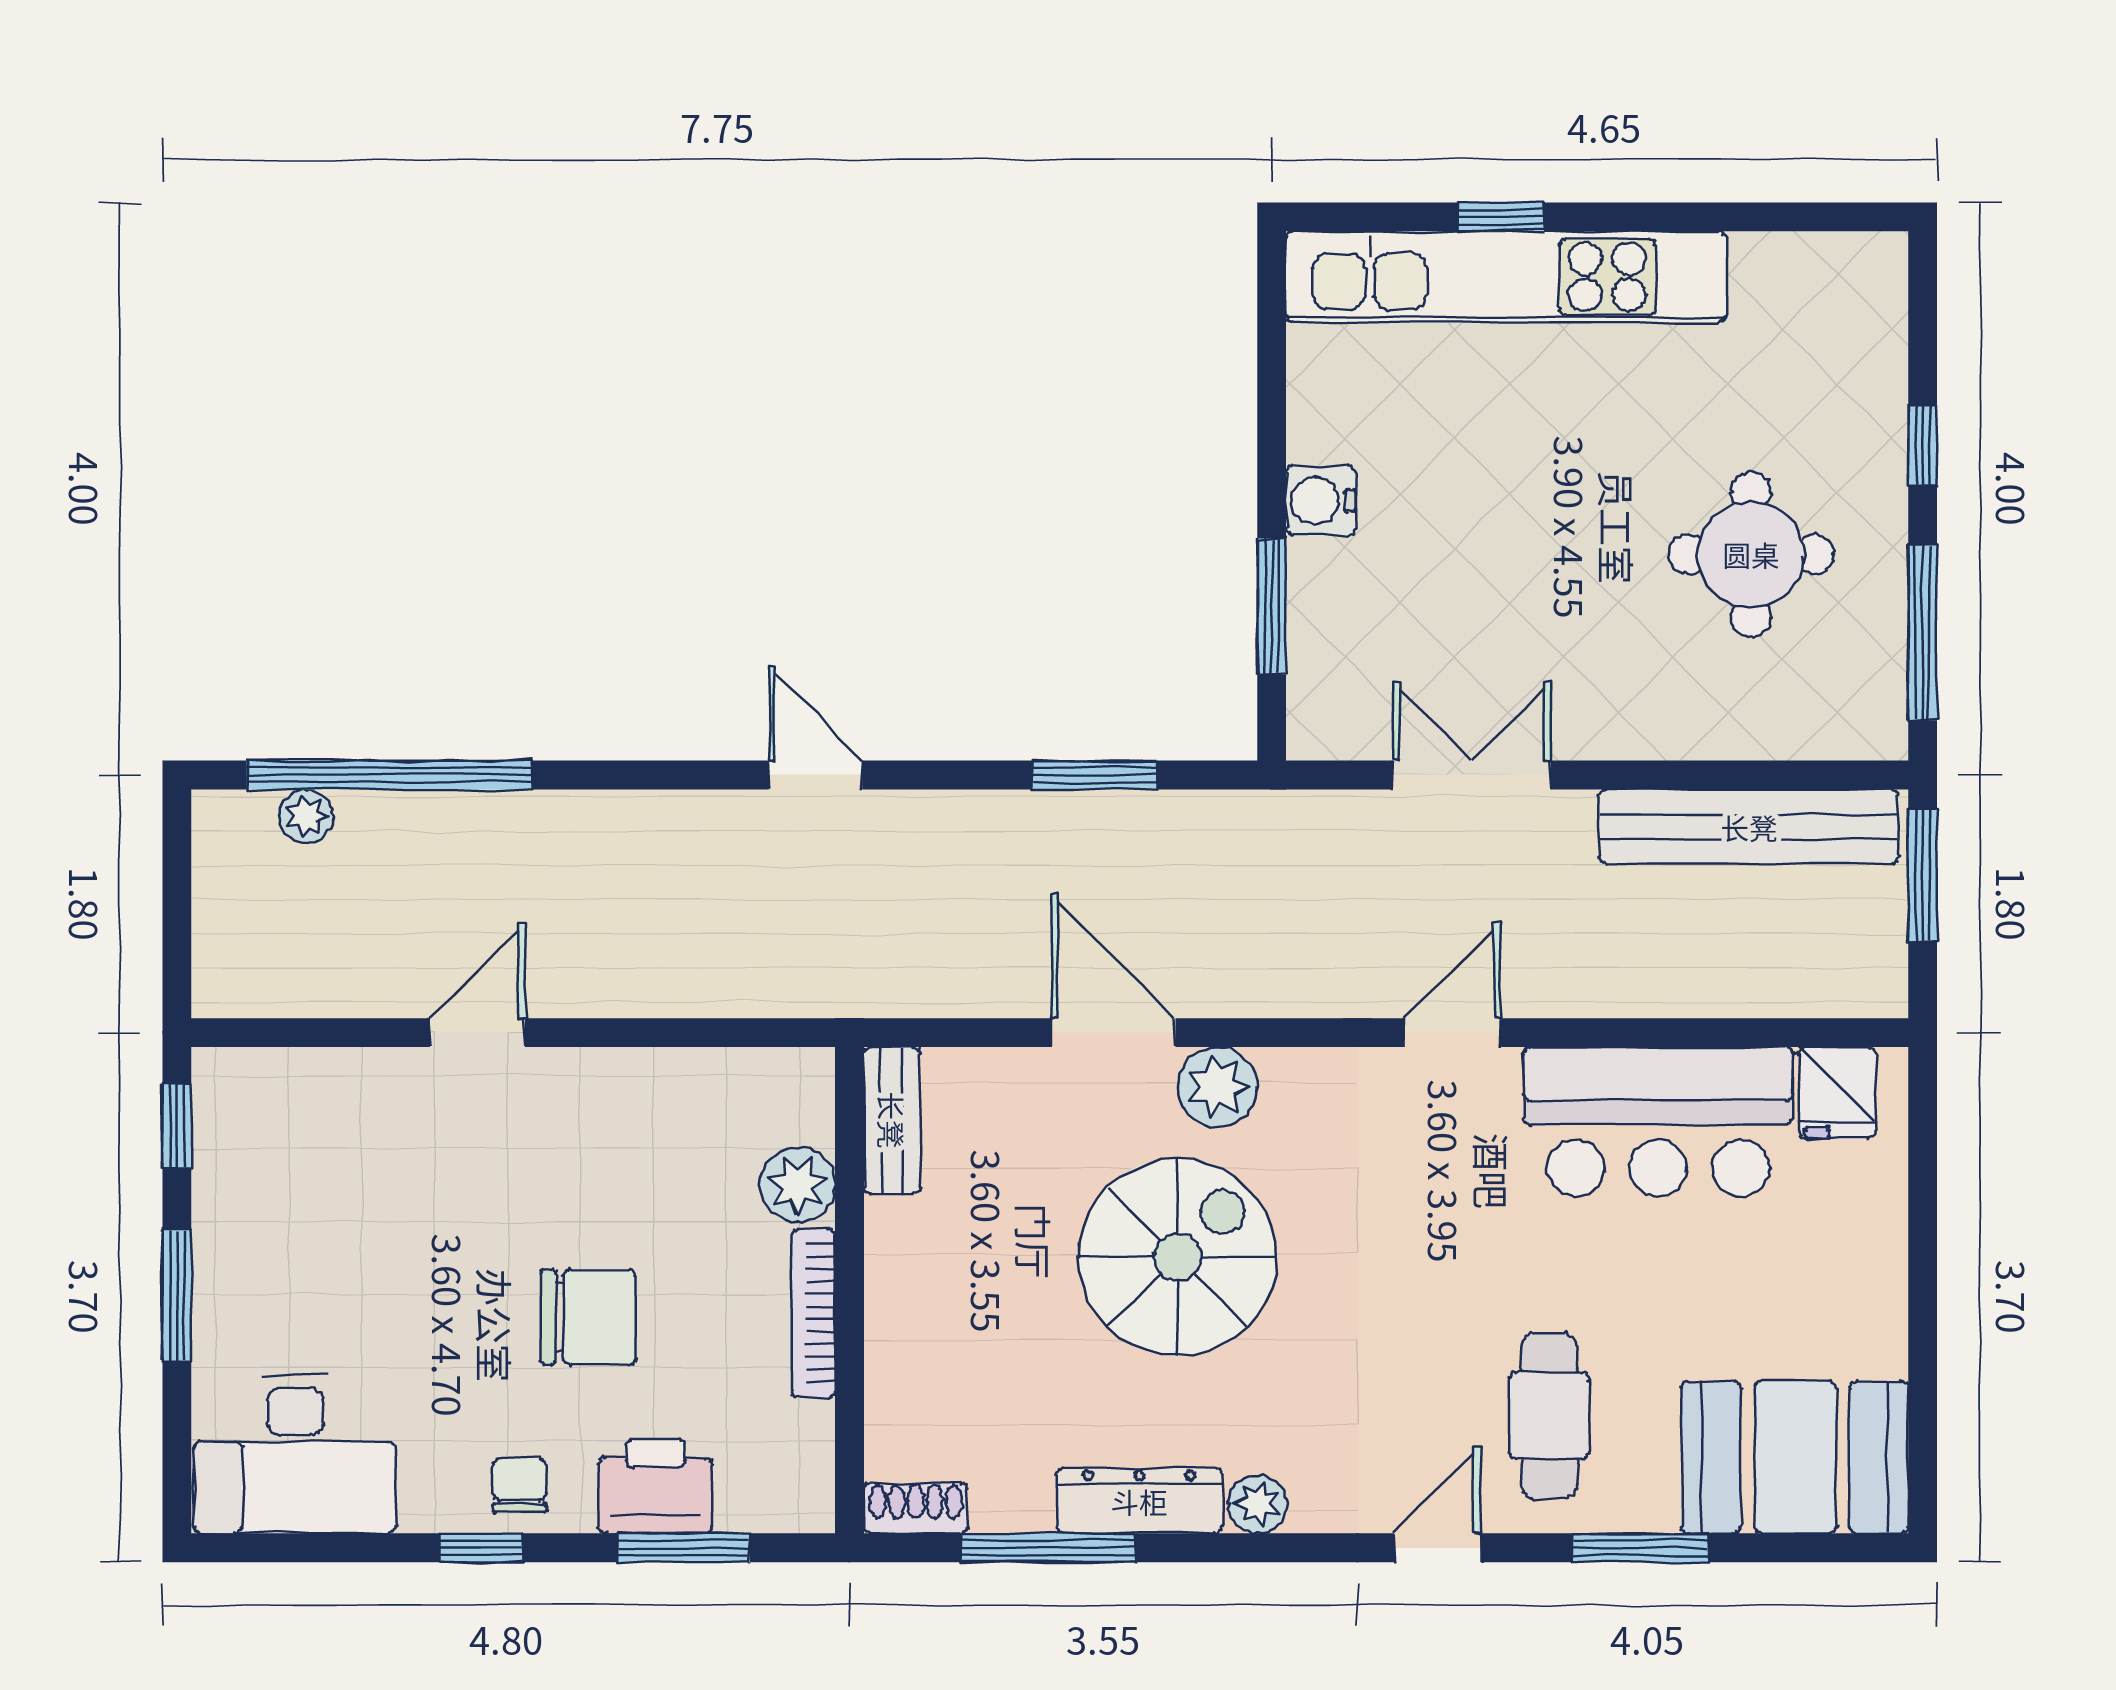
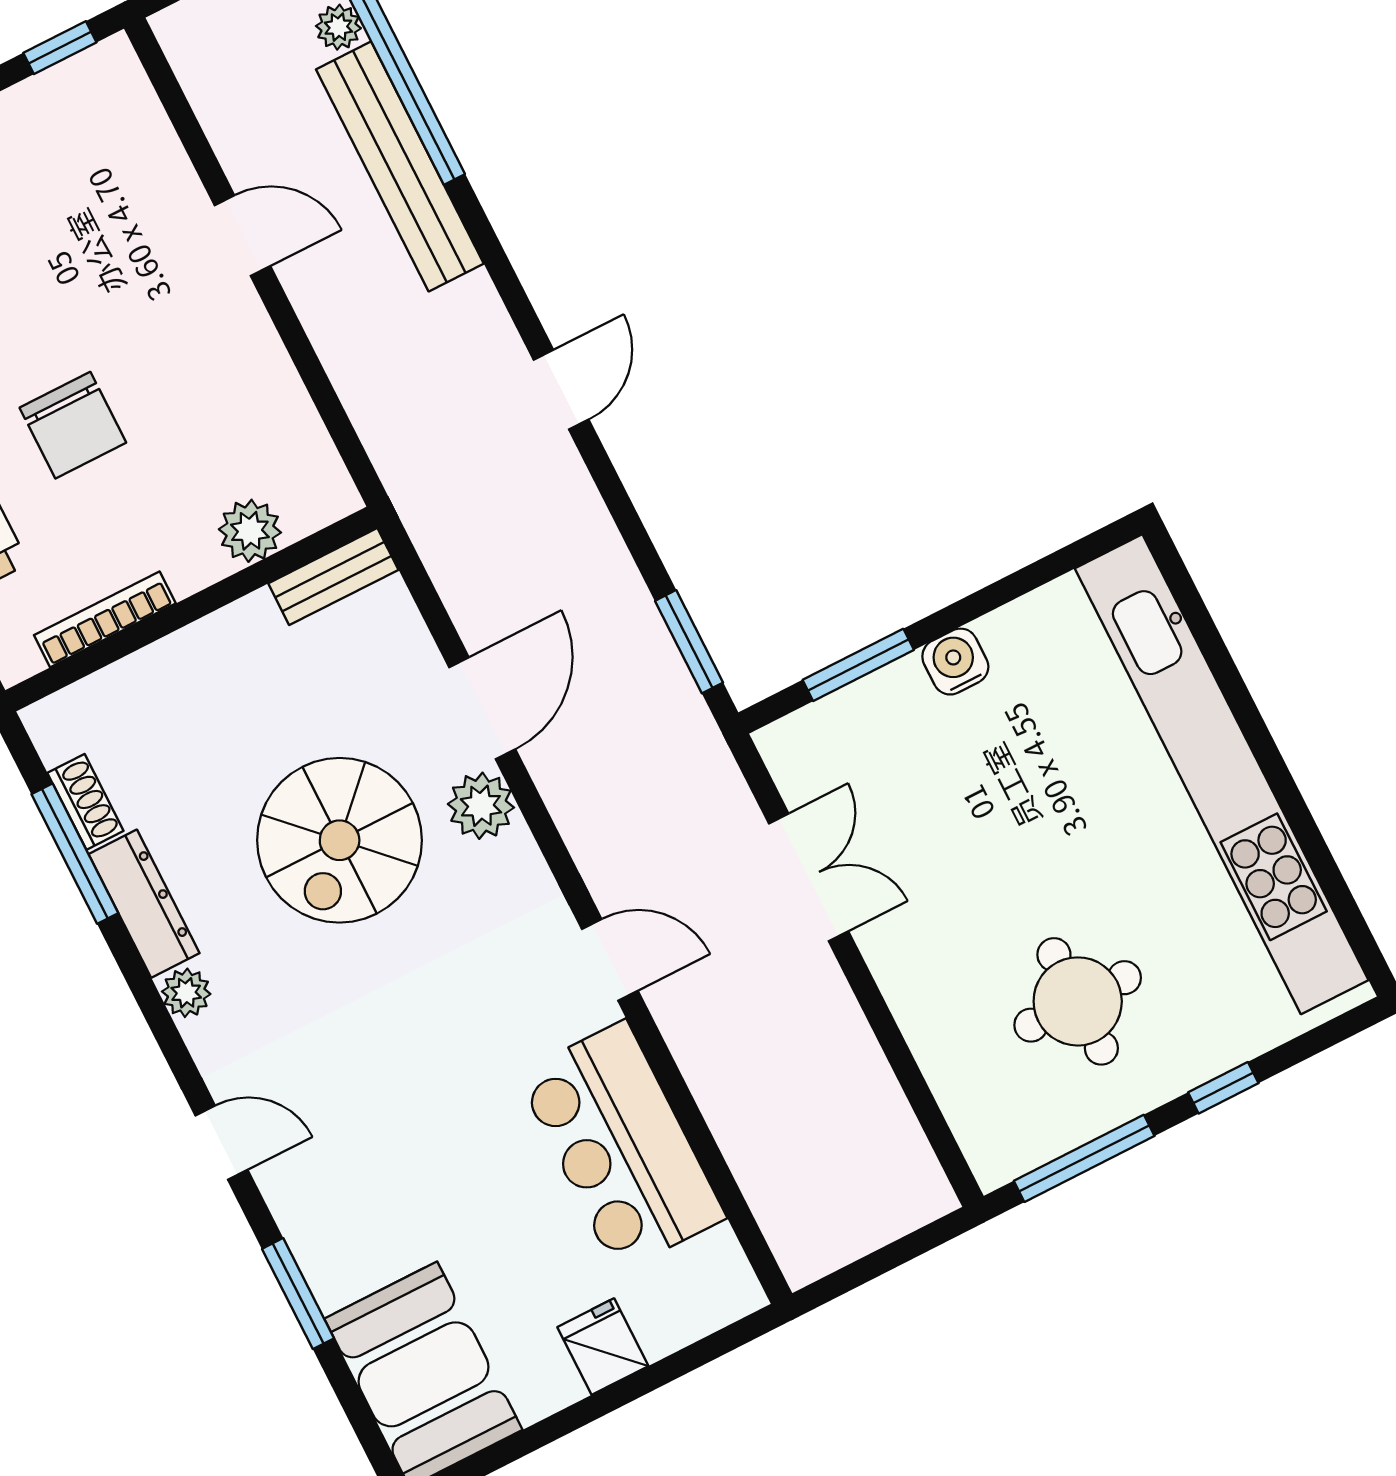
window: (1501, 217) -> (1234, 689), removed
kitchen unit: (1506, 277) -> (1222, 774), width x1.36
window: (1095, 775) -> (689, 642), moved
bench: (1749, 827) -> (400, 166), moved
window: (1923, 875) -> (904, 1250), removed
fridge: (1837, 1093) -> (603, 1347), moved, turned 90
spiral stairs: (1178, 1257) -> (340, 840), turned 90
bookcase: (813, 1313) -> (105, 619), moved
cafe table: (1549, 1416) -> (362, 1176), removed
shoe rack: (916, 1508) -> (85, 802), moved

